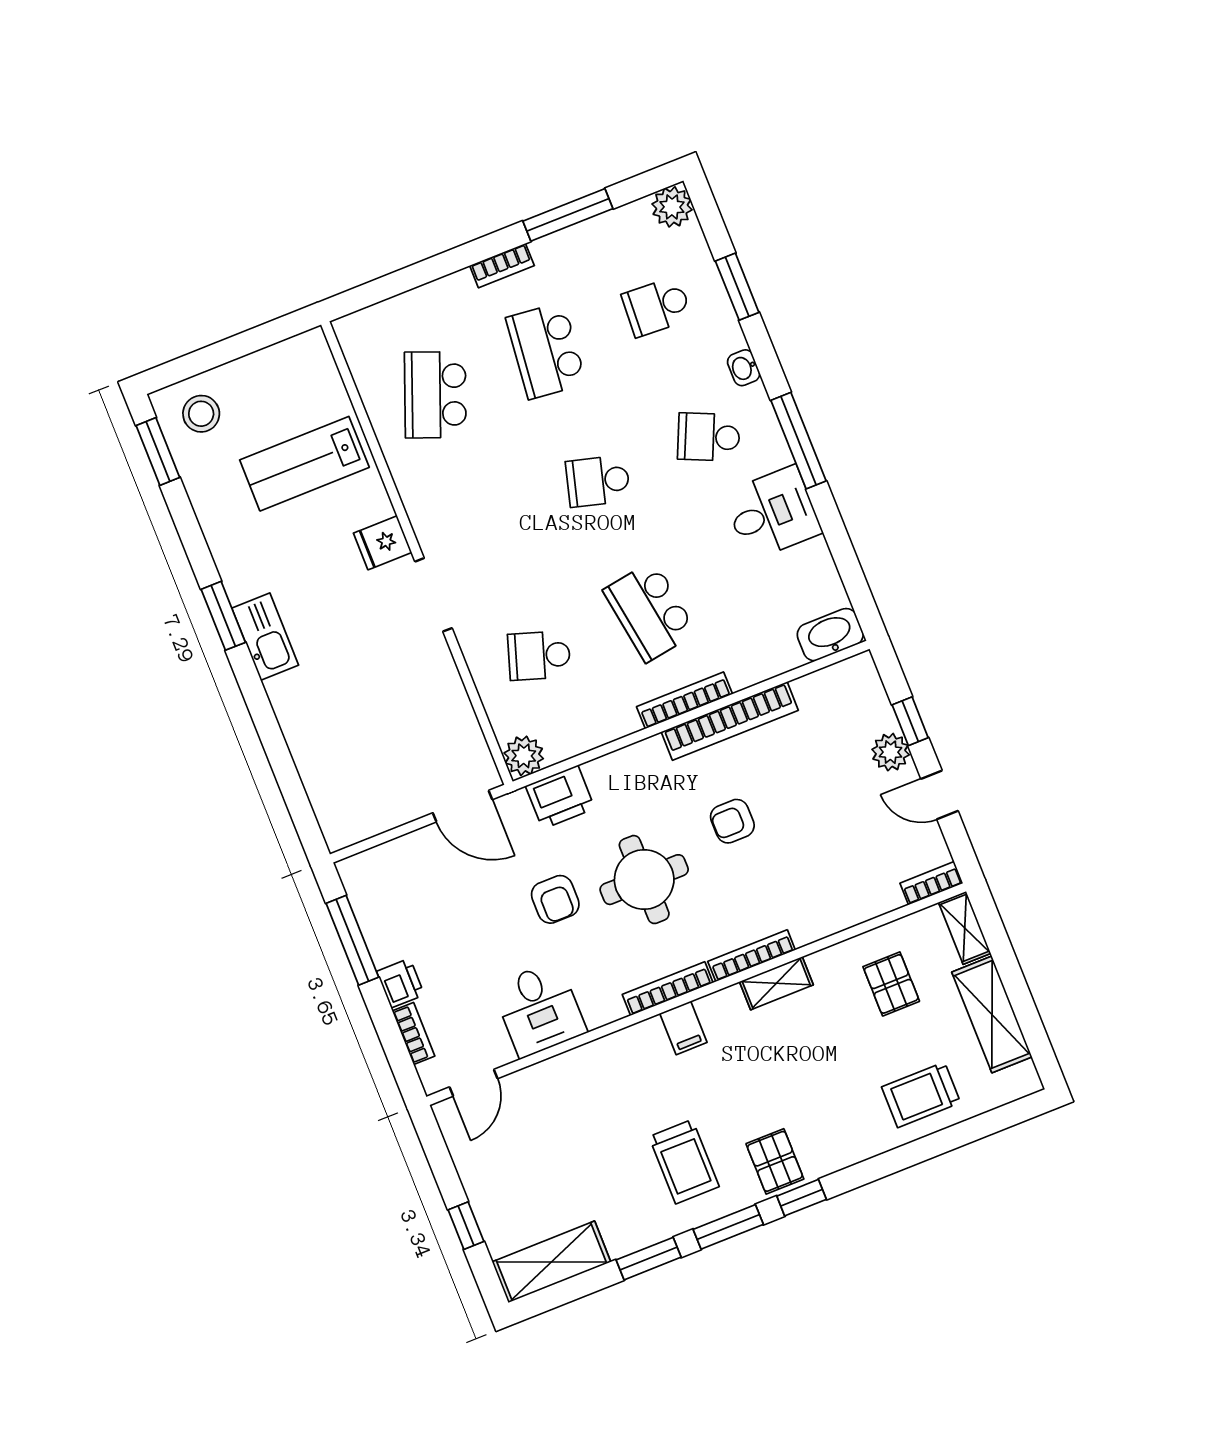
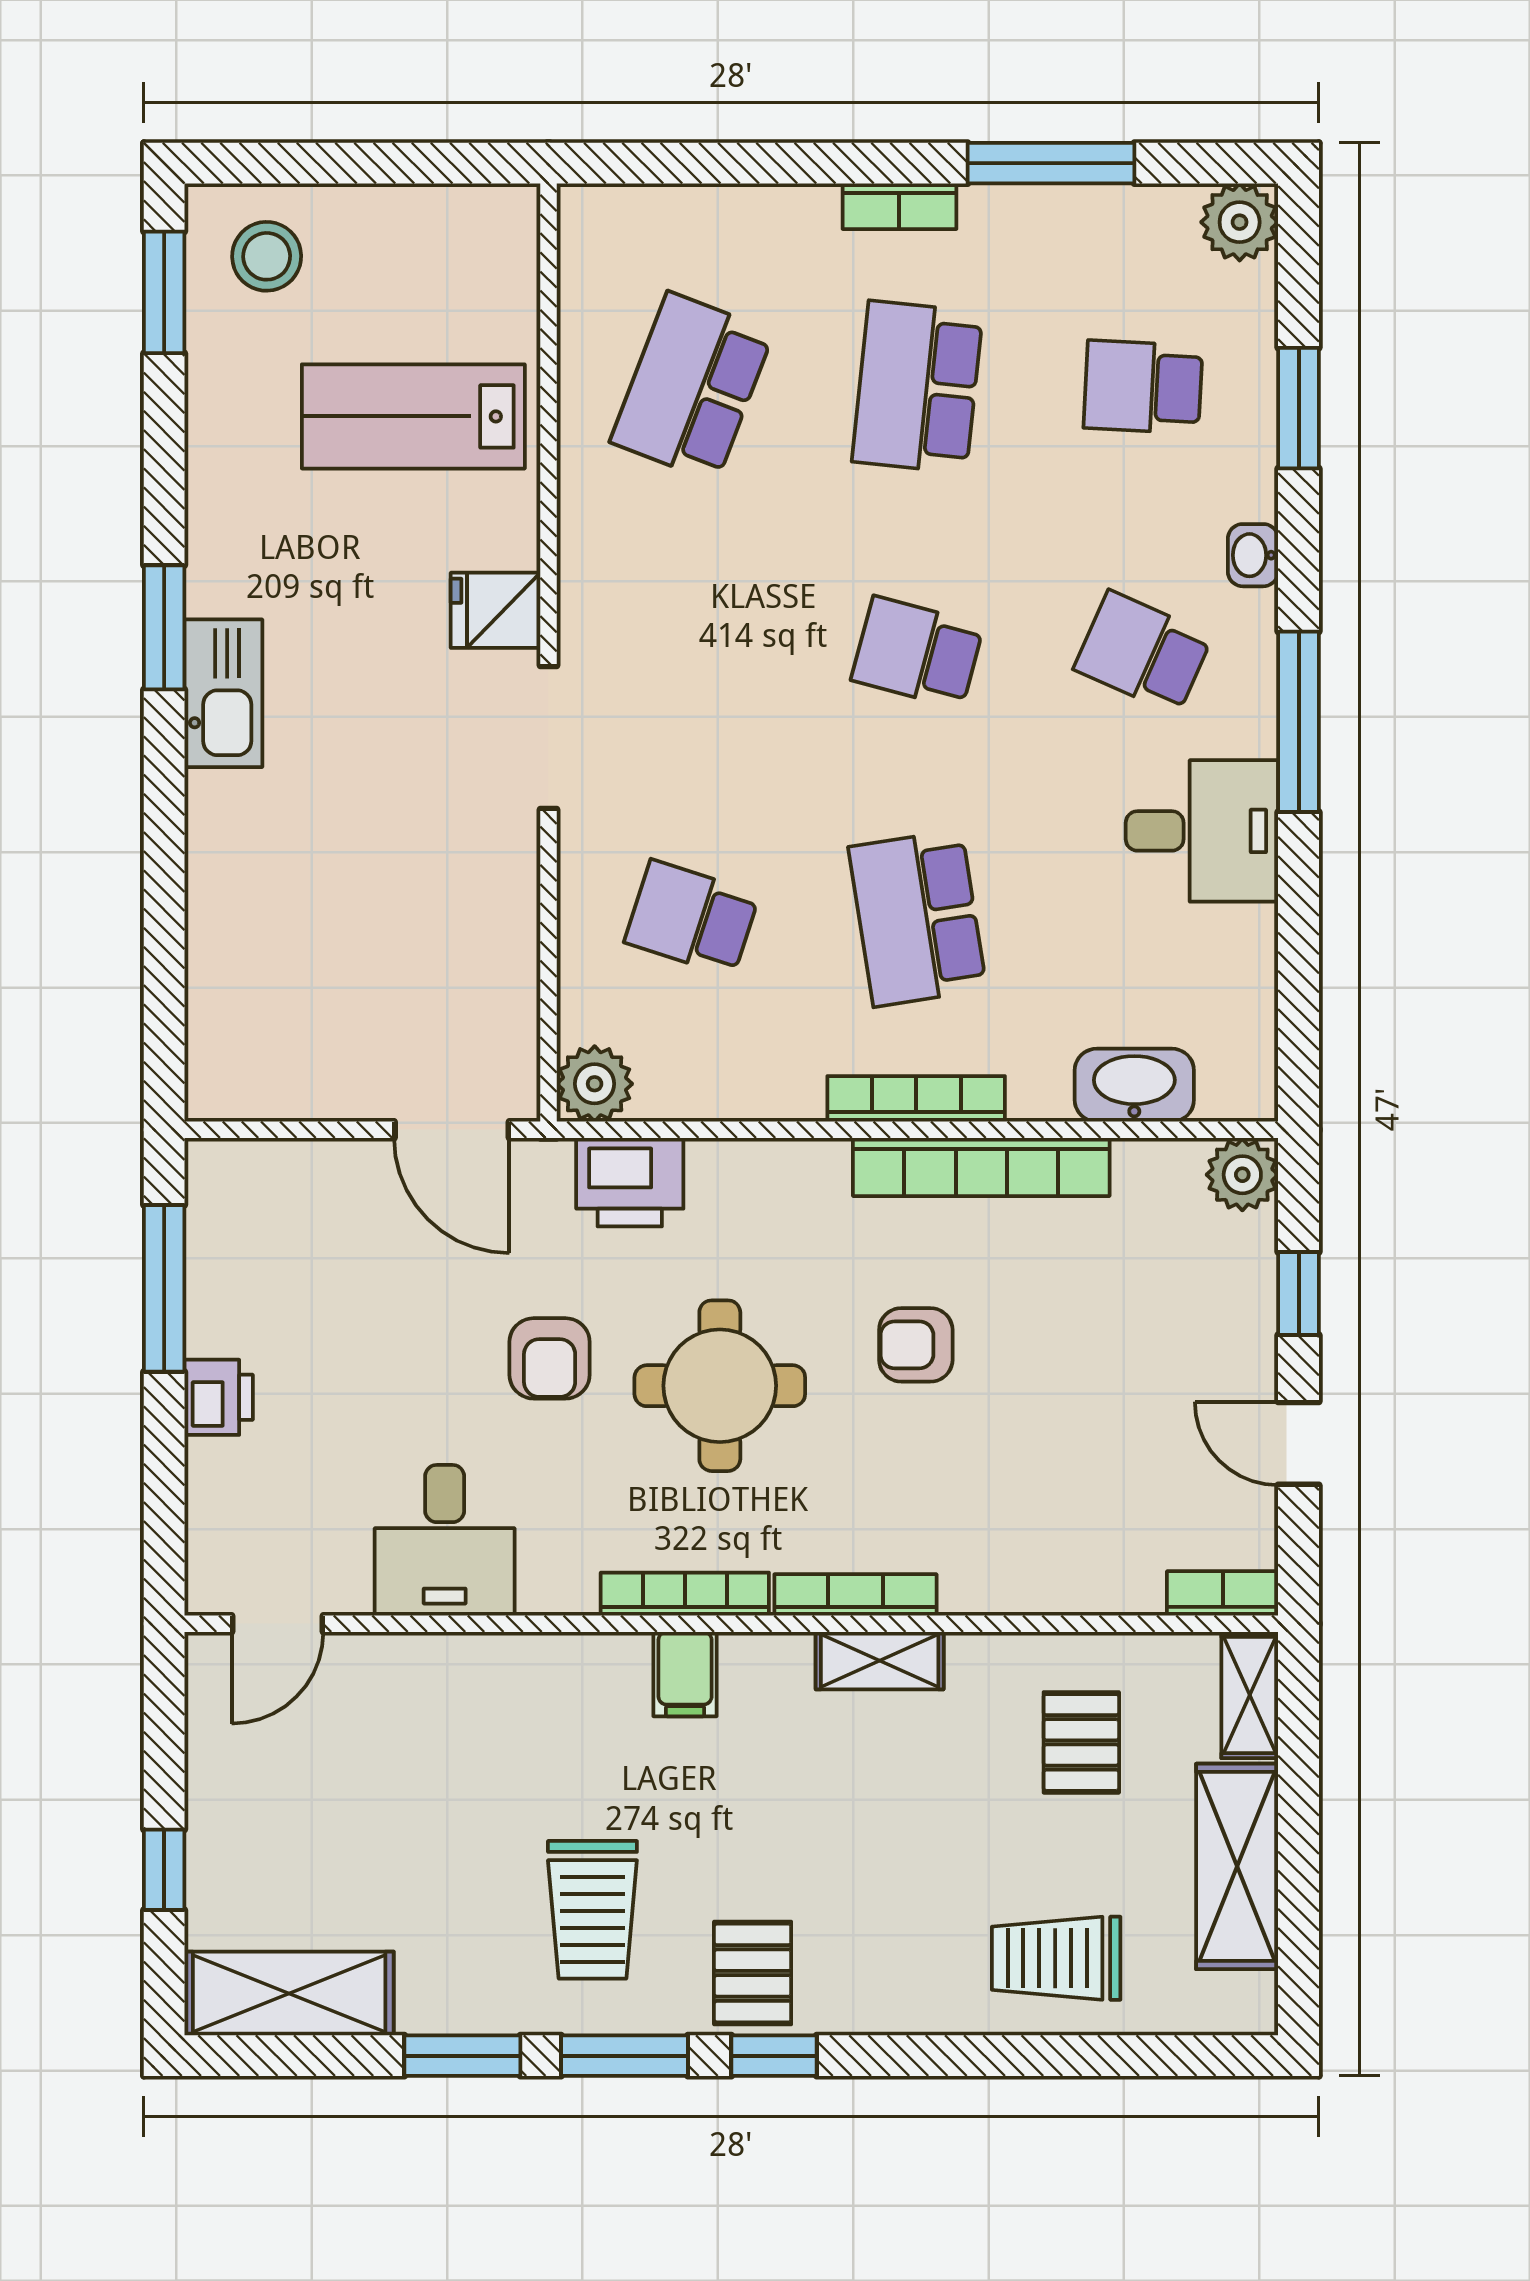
washbasin: (830, 635) -> (1134, 1085), moved
plant: (891, 752) -> (1242, 1175), moved
bookcase: (414, 1033) -> (206, 1495), removed

